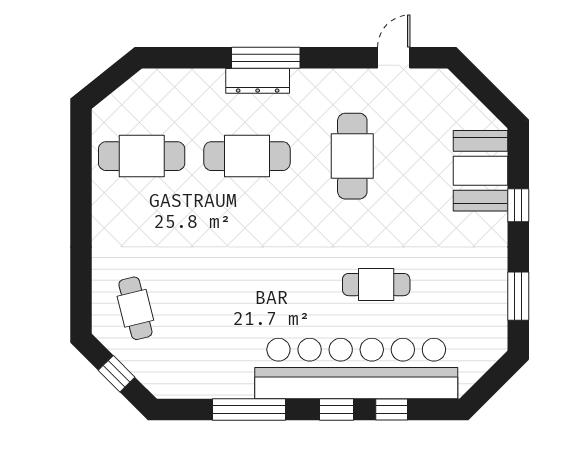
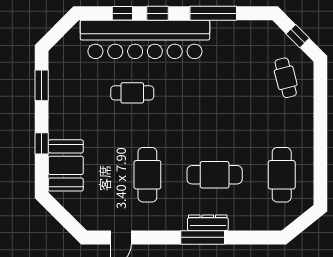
cafe table: (142, 156) -> (282, 175), turned 90

